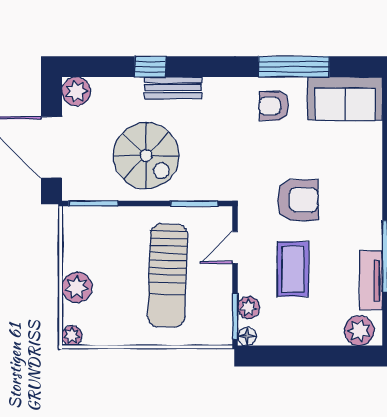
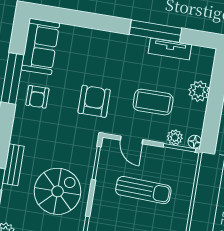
armchair: (298, 200) -> (94, 101), moved
sun lounger: (168, 276) -> (143, 190), width x0.73, depth x0.75
plant: (359, 331) -> (199, 91), moved

